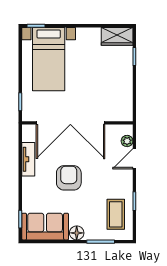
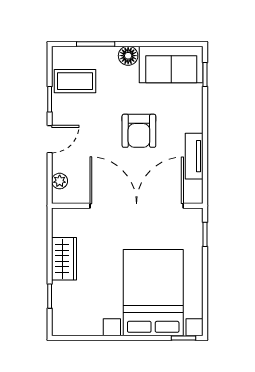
wardrobe: (117, 36) -> (64, 259), moved, turned 90
bed with nightstands: (49, 59) -> (153, 293), width x1.36
door: (134, 159) -> (50, 139), moved
coffee table: (116, 214) -> (75, 81), turned 90

